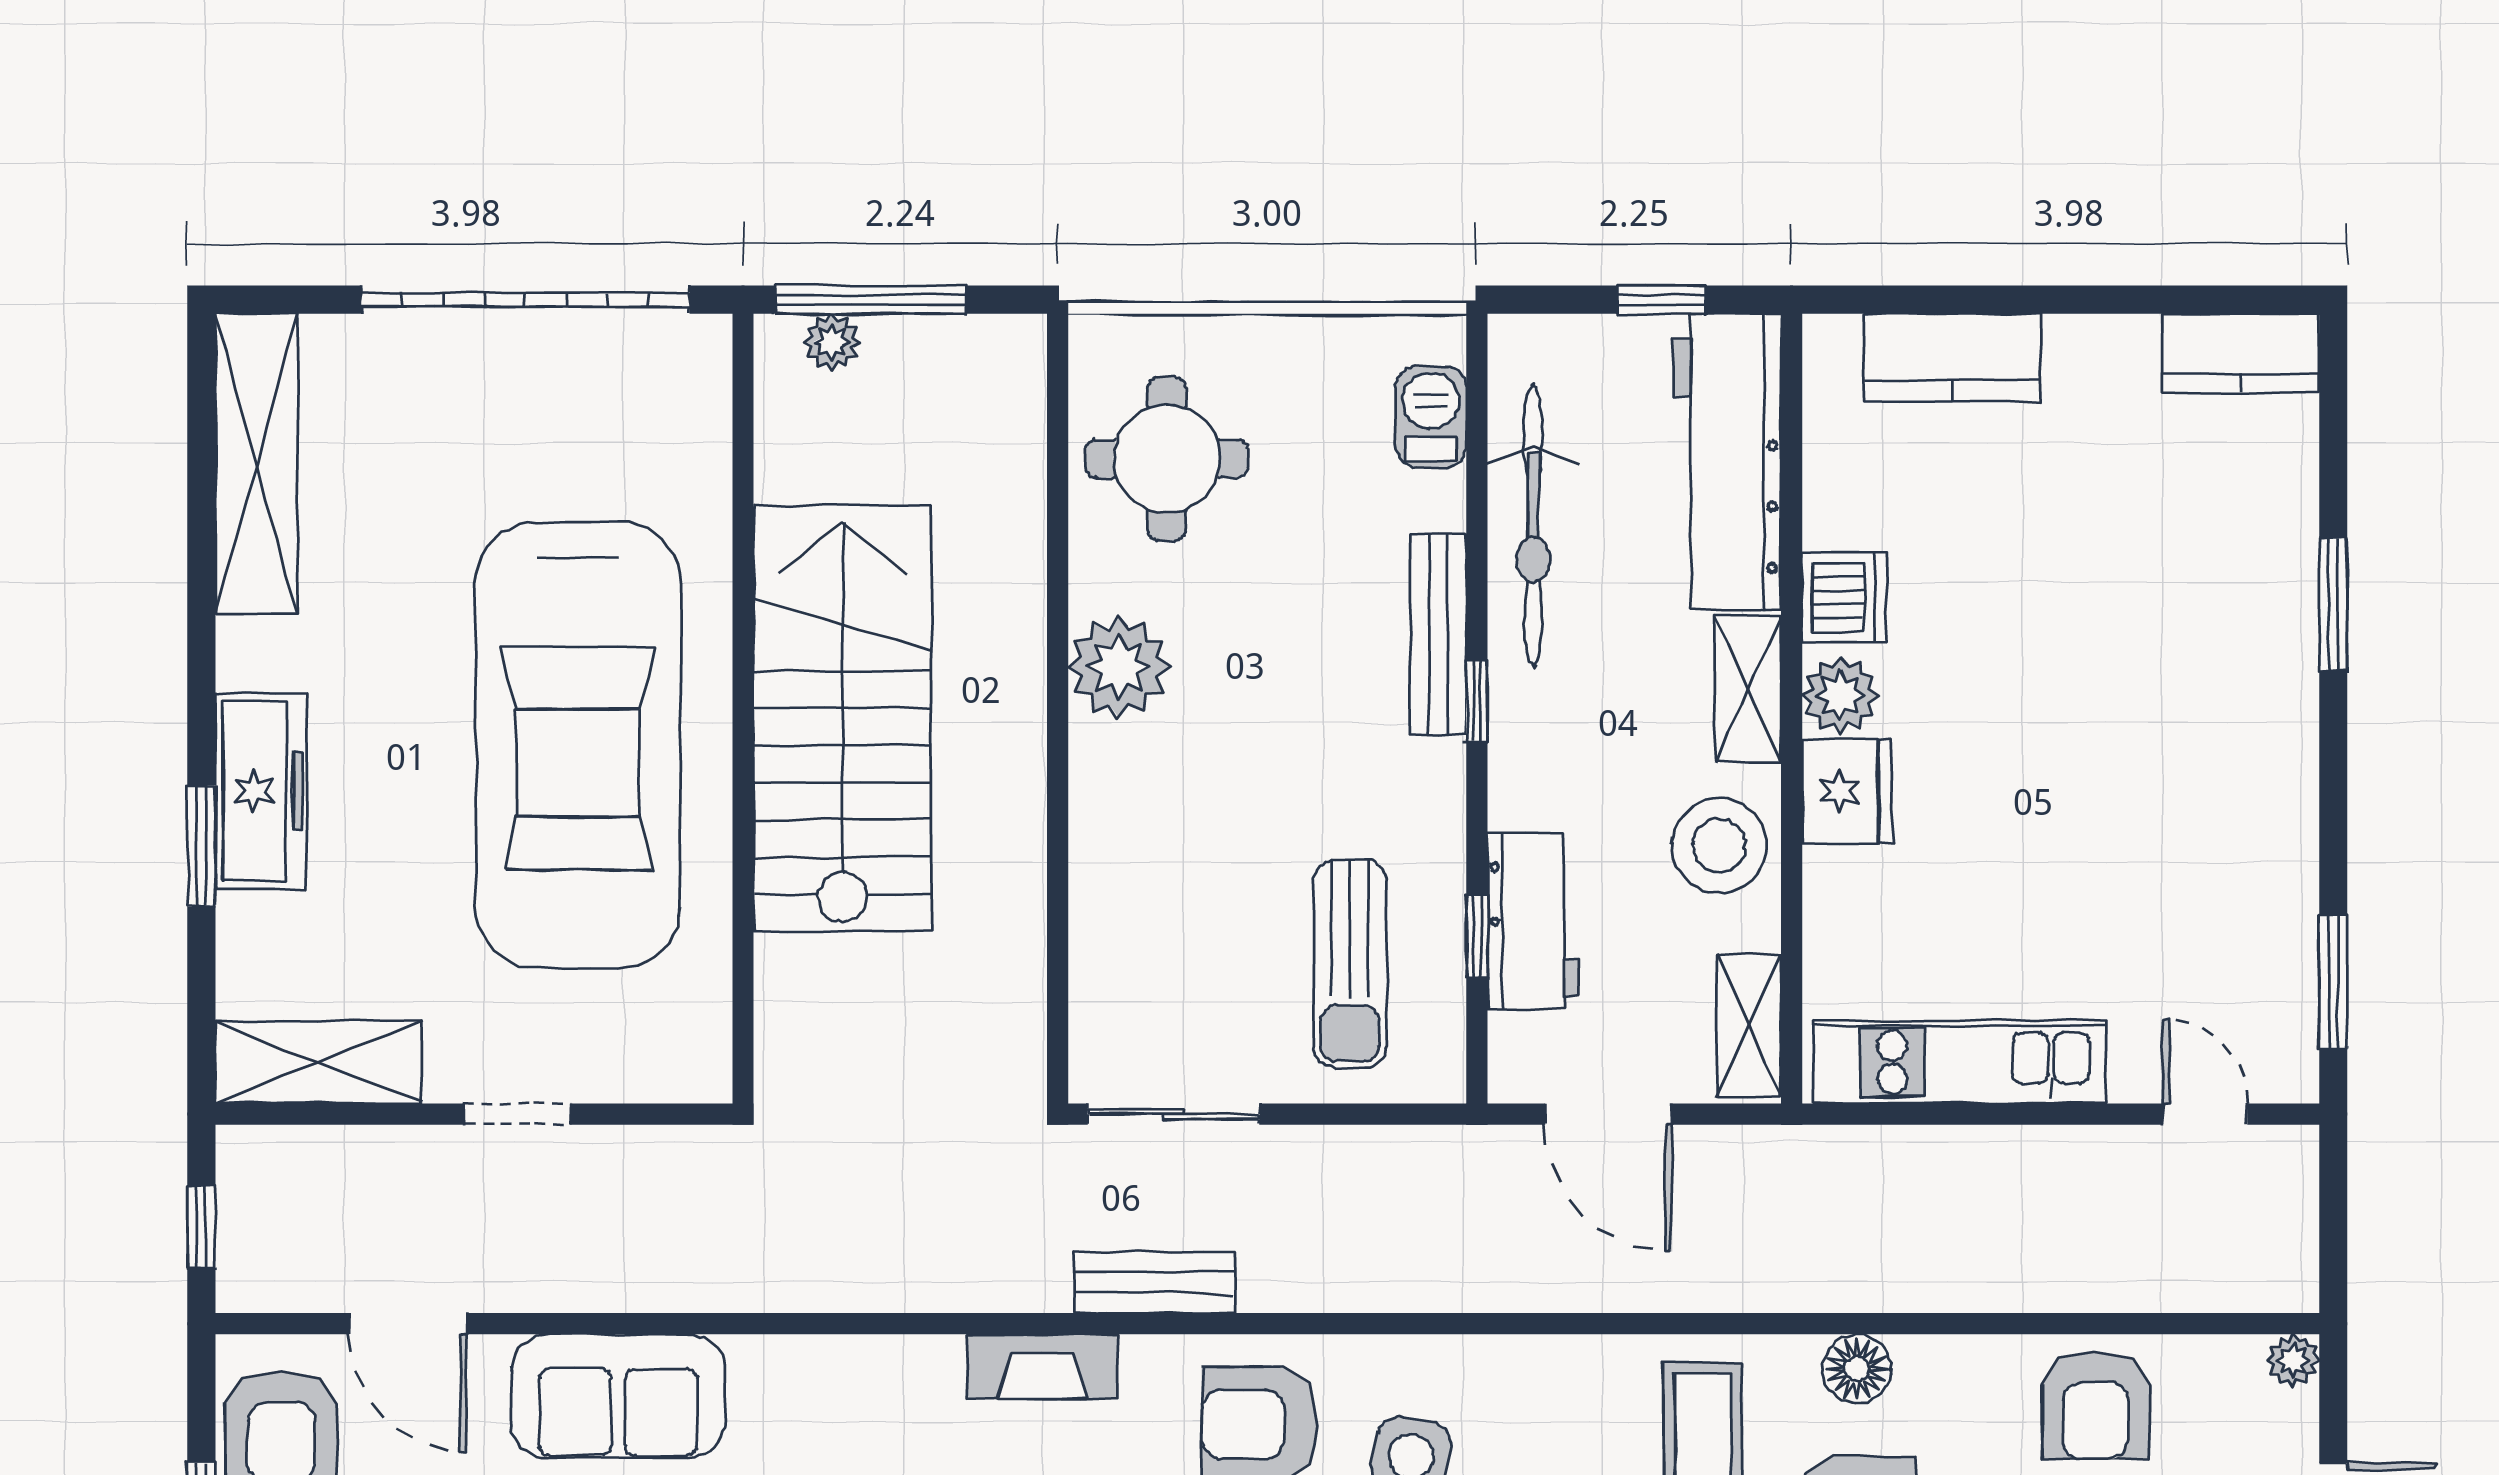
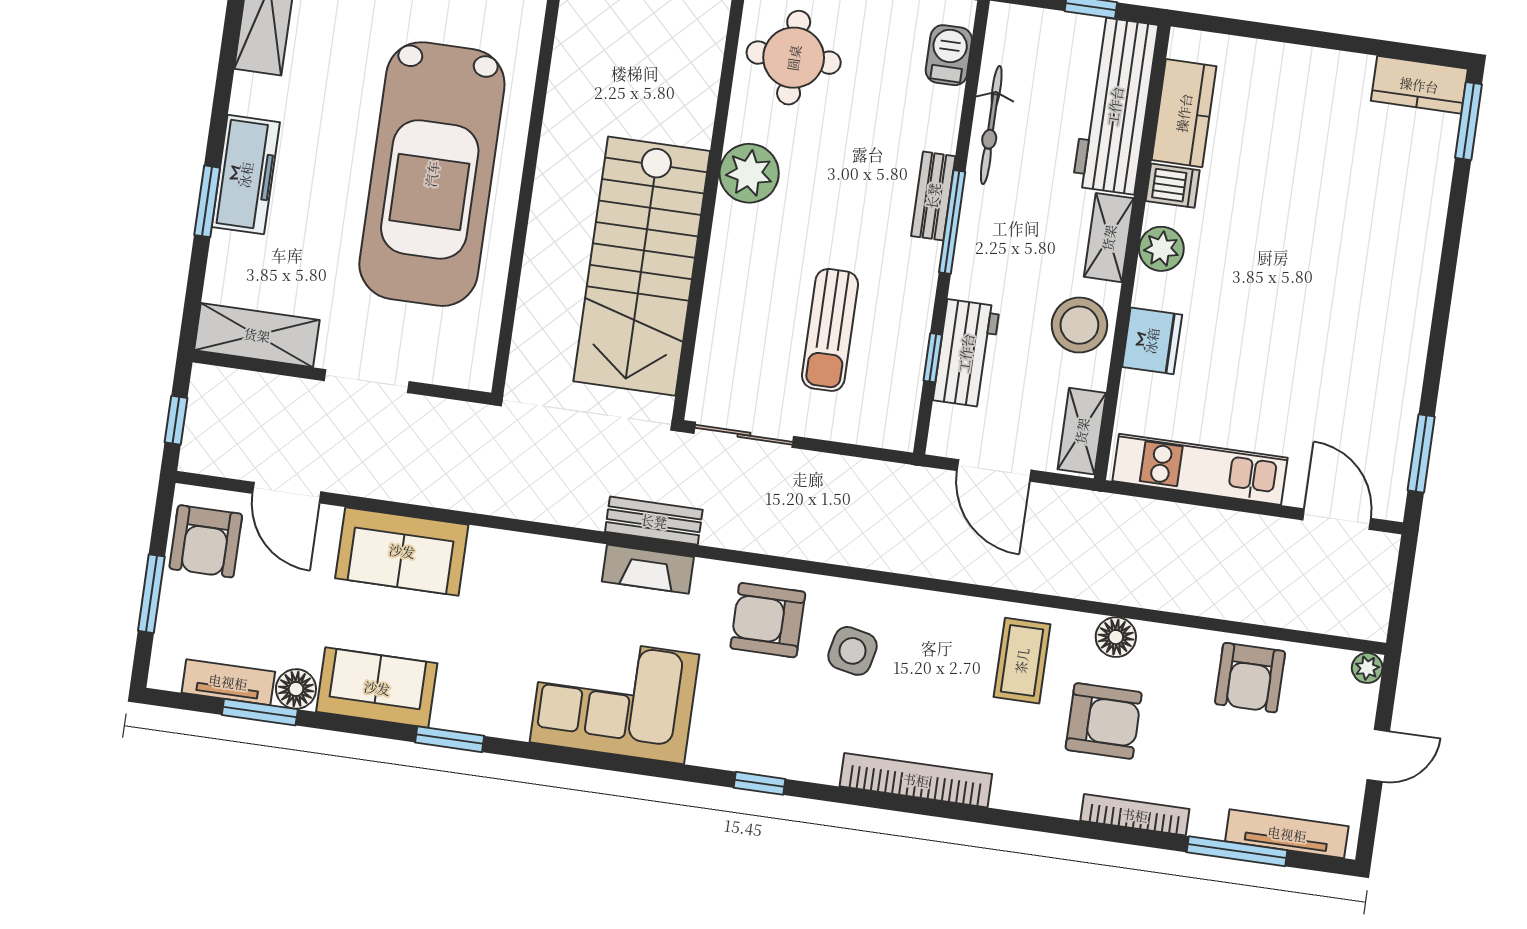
kitchen counter: (1952, 358) -> (1184, 113), moved, turned -90
bicycle: (1533, 526) -> (991, 125), width x0.73, depth x0.71
dishwasher: (1844, 597) -> (1173, 186), width x0.73
window: (2333, 604) -> (1469, 121), moved
bench: (1438, 634) -> (933, 196), width x0.73
window: (1477, 701) -> (952, 222), width x2.17
stairs: (842, 718) -> (642, 266), moved, turned 180
fridge: (1847, 791) -> (1152, 341), moved
sun lounger: (1350, 964) -> (830, 330), moved
doorway: (517, 1114) -> (367, 381), width x1.38
door: (2205, 1114) -> (1337, 519), width x1.37
bench: (1155, 1282) -> (654, 521), moved

